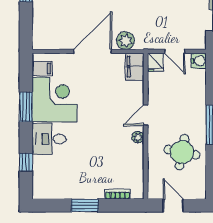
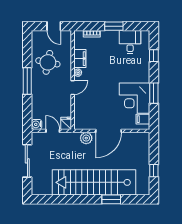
filing cabinet: (135, 67) -> (80, 59), moved
desk: (49, 139) -> (130, 42), moved, turned -90

